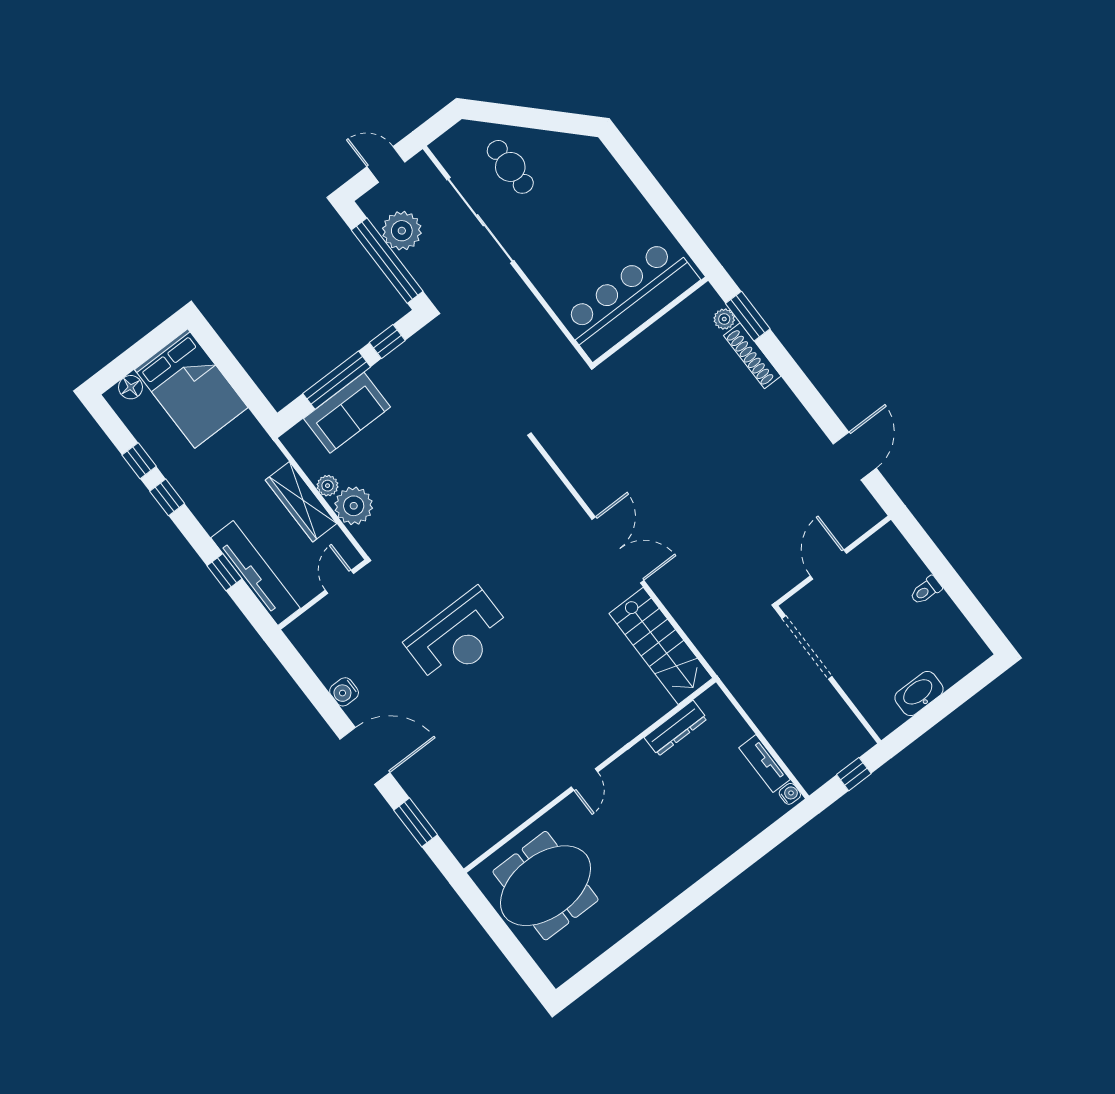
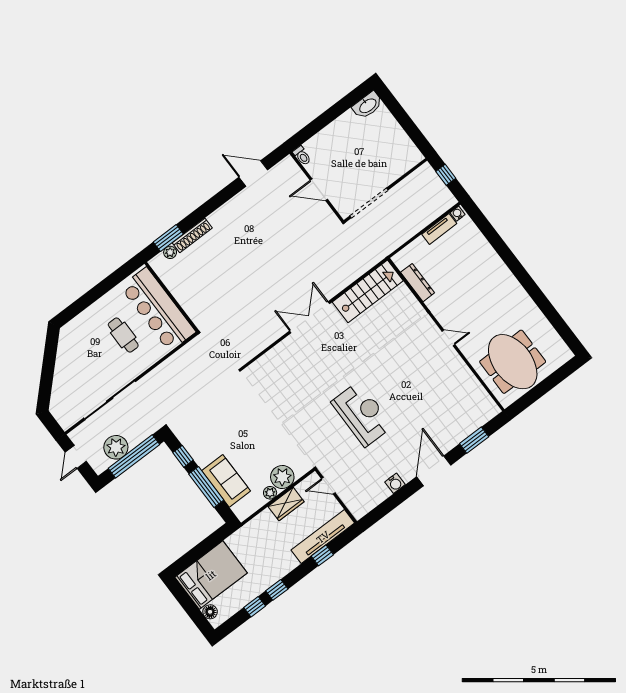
cafe table: (510, 167) -> (123, 335), moved, turned 90
wardrobe: (301, 502) -> (286, 504), width x0.67
toilet: (926, 590) -> (302, 156), moved
washbasin: (919, 693) -> (368, 105), moved, turned -90

